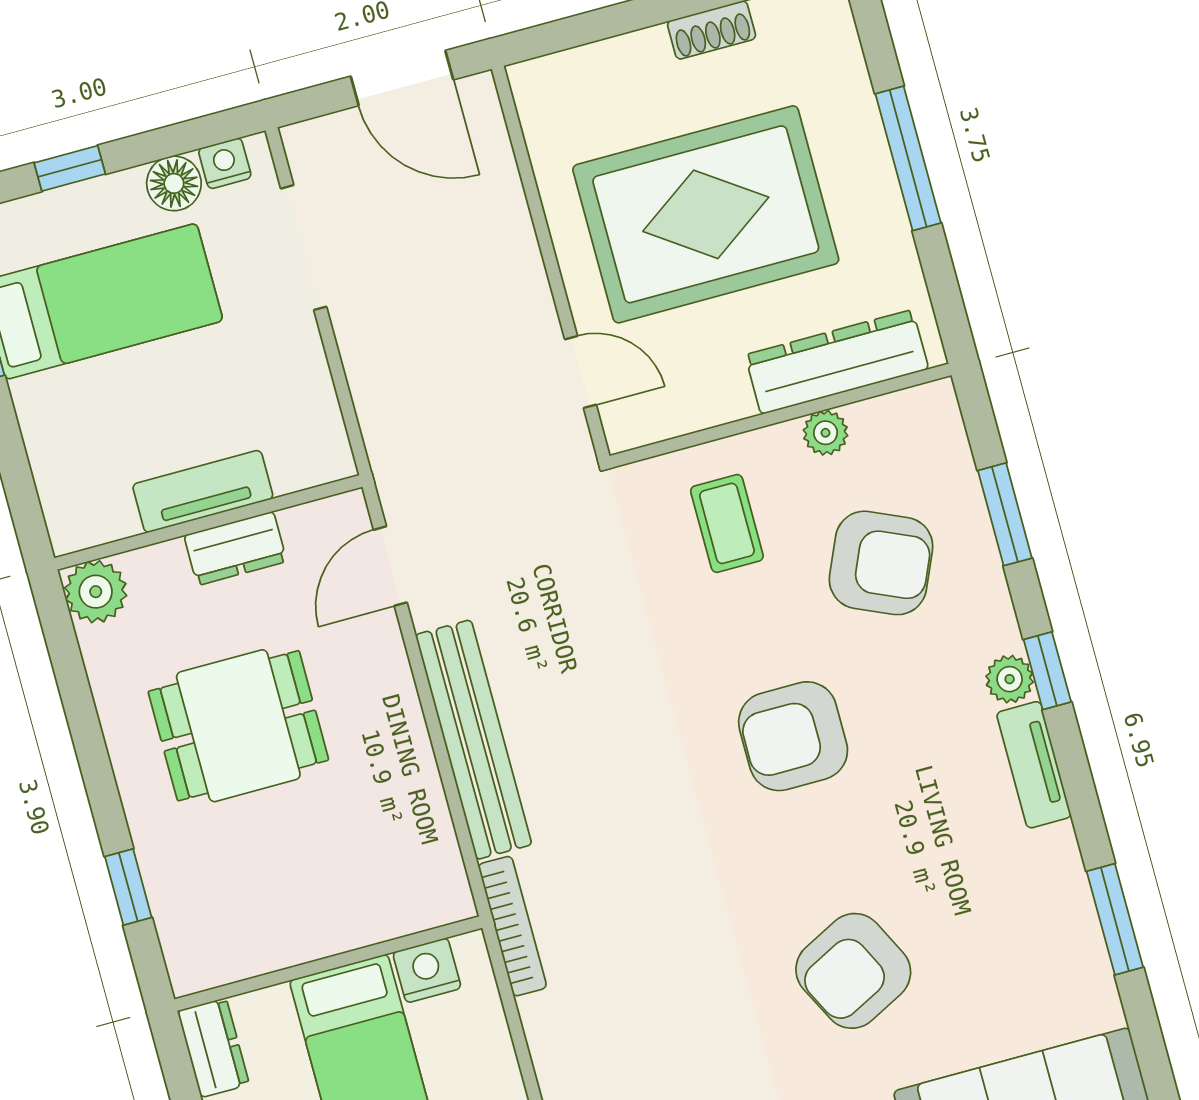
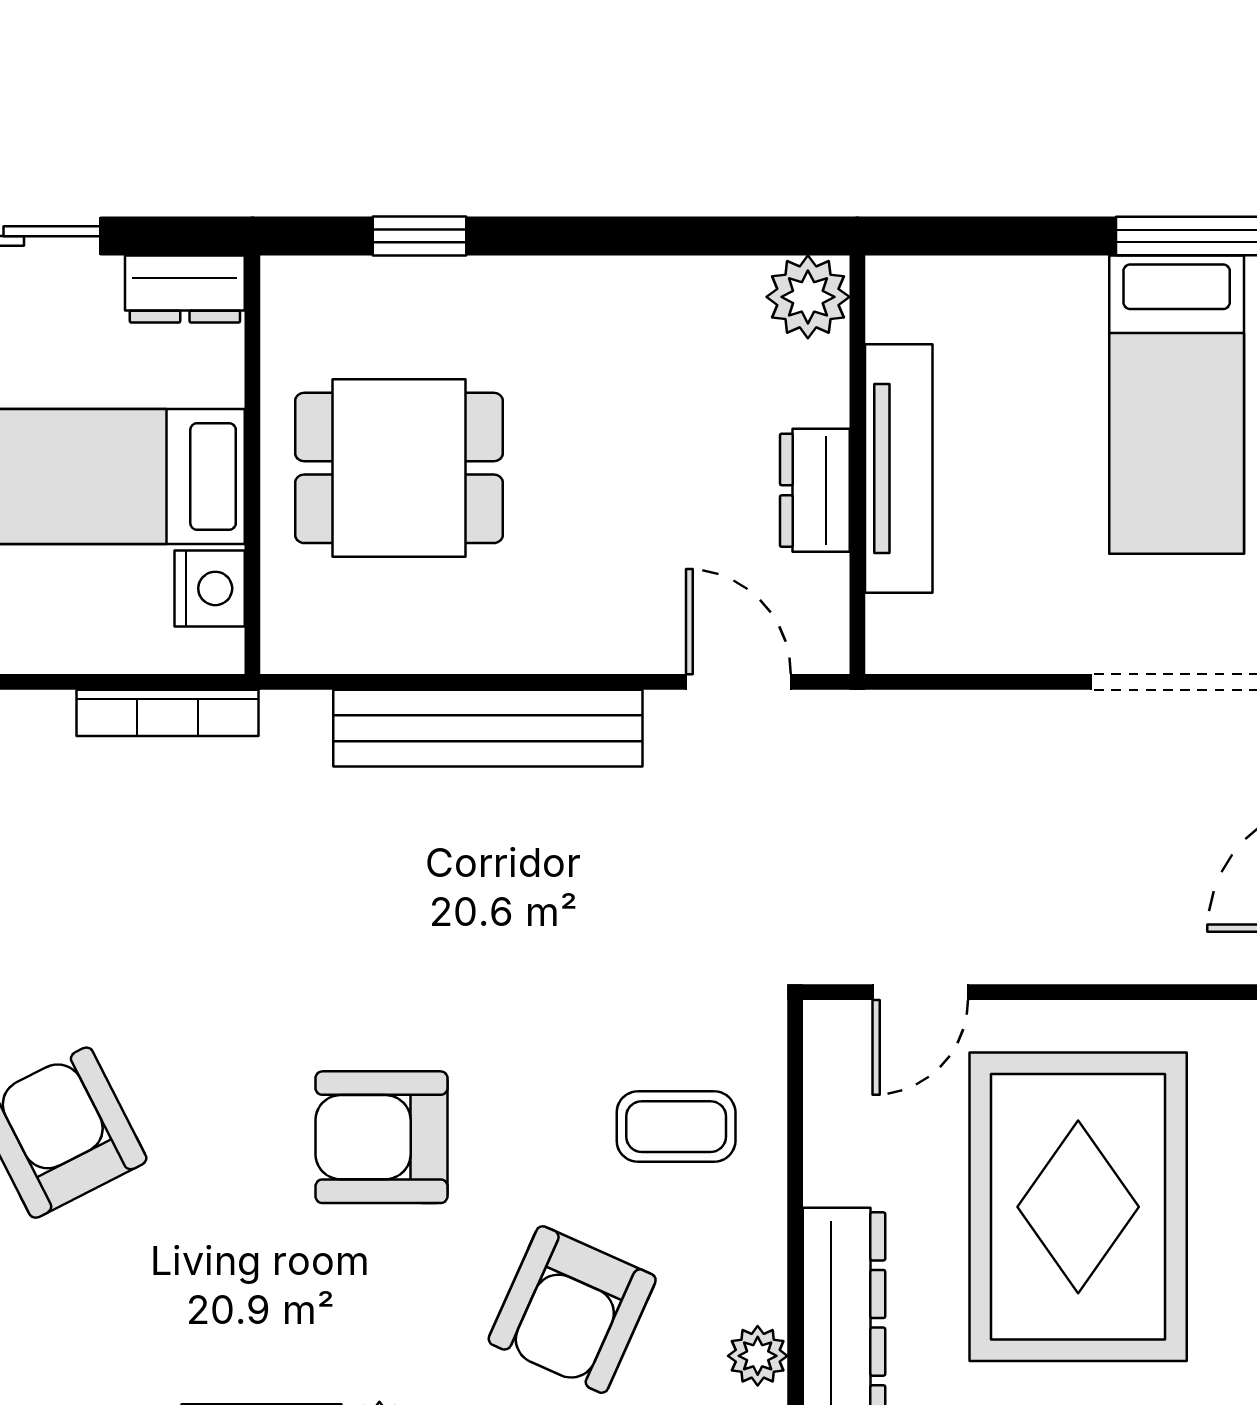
plant: (825, 433) -> (758, 1356), moved
tv unit: (203, 491) -> (899, 468), width x1.41
dining table: (238, 726) -> (399, 468), moved, turned 90
armchair: (793, 736) -> (381, 1137), turned -90
bookcase: (512, 926) -> (167, 713), moved

